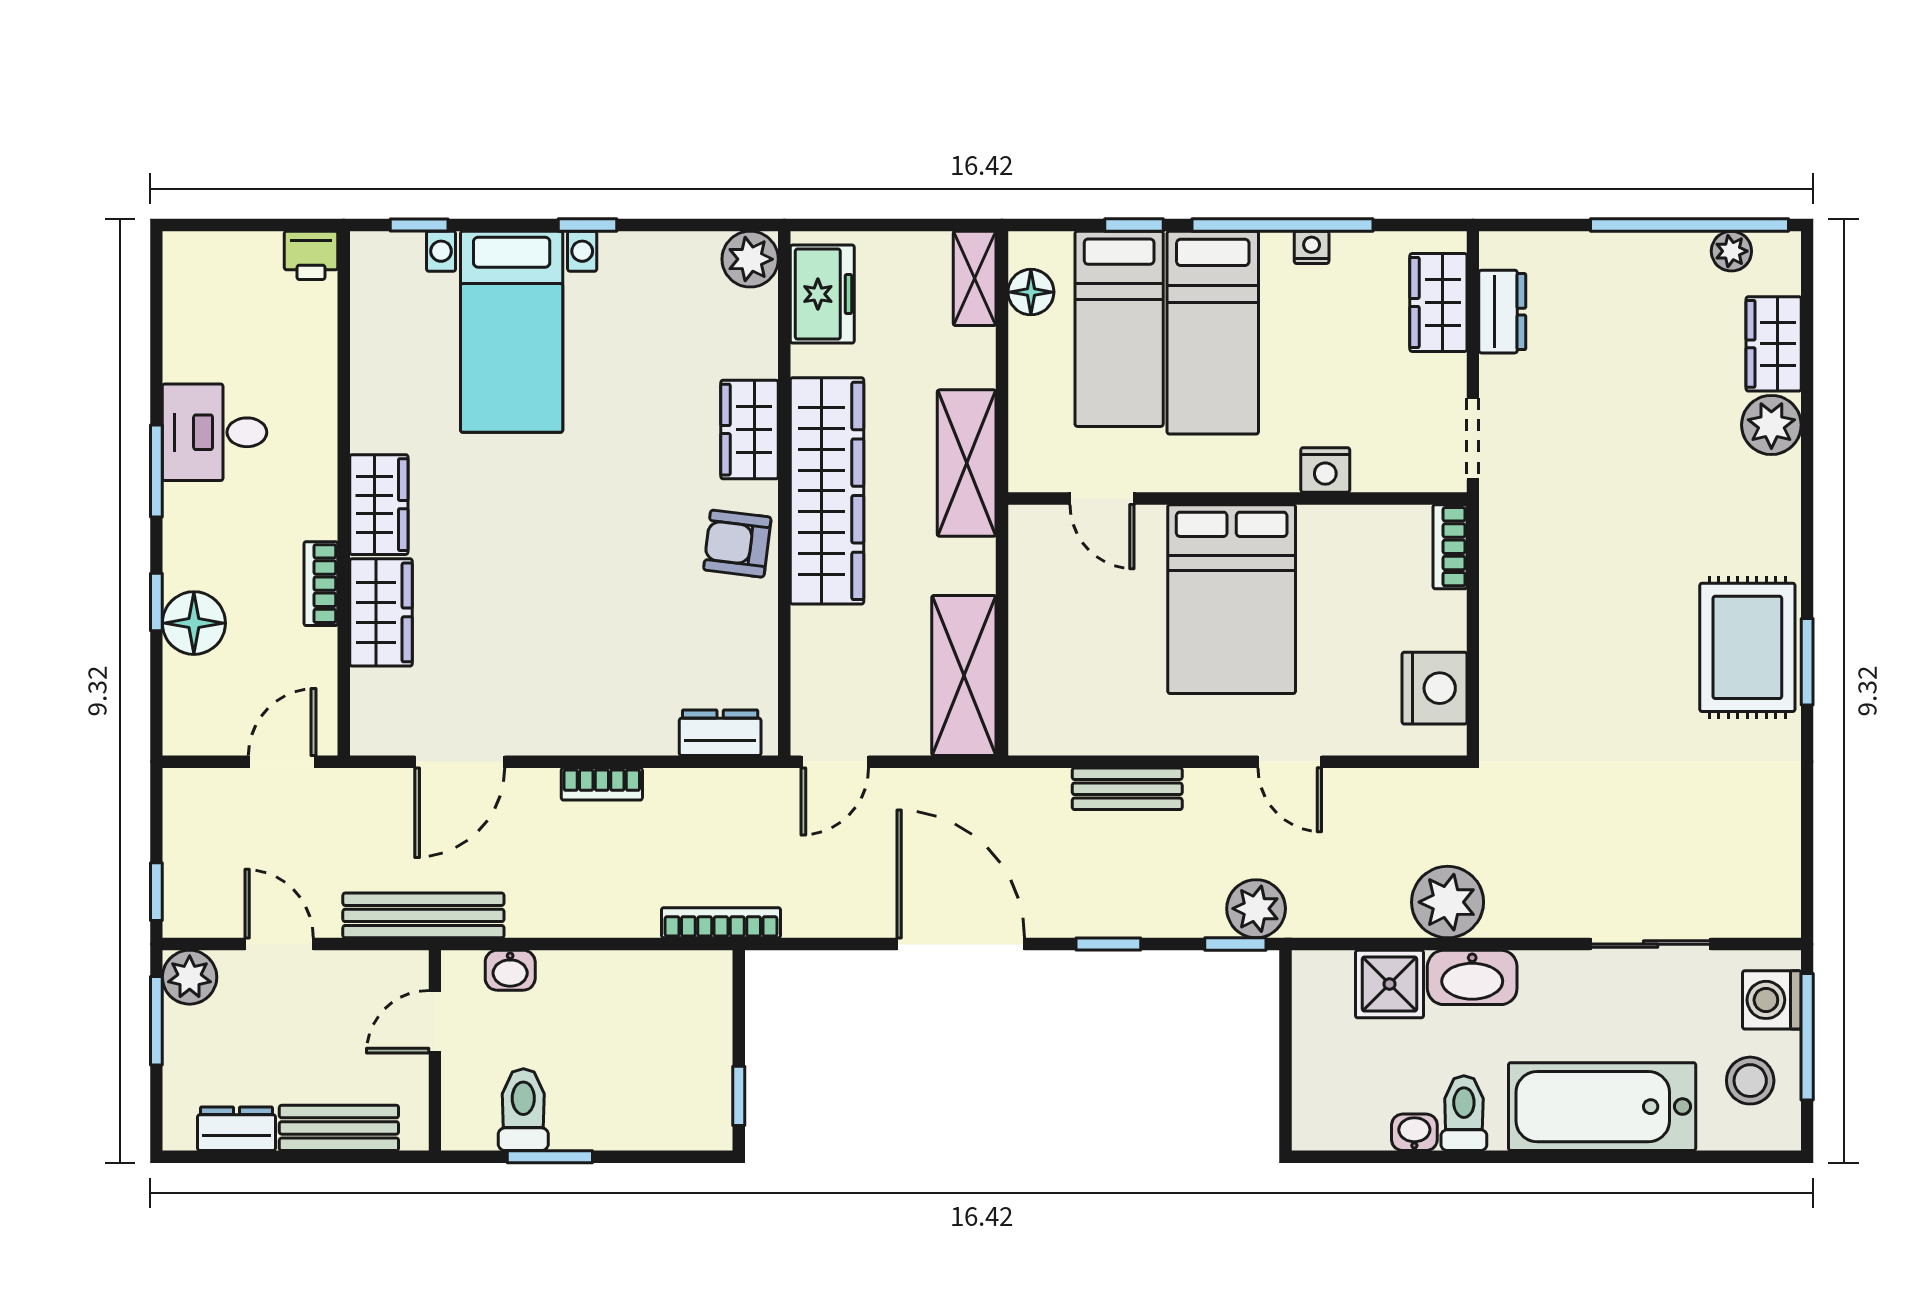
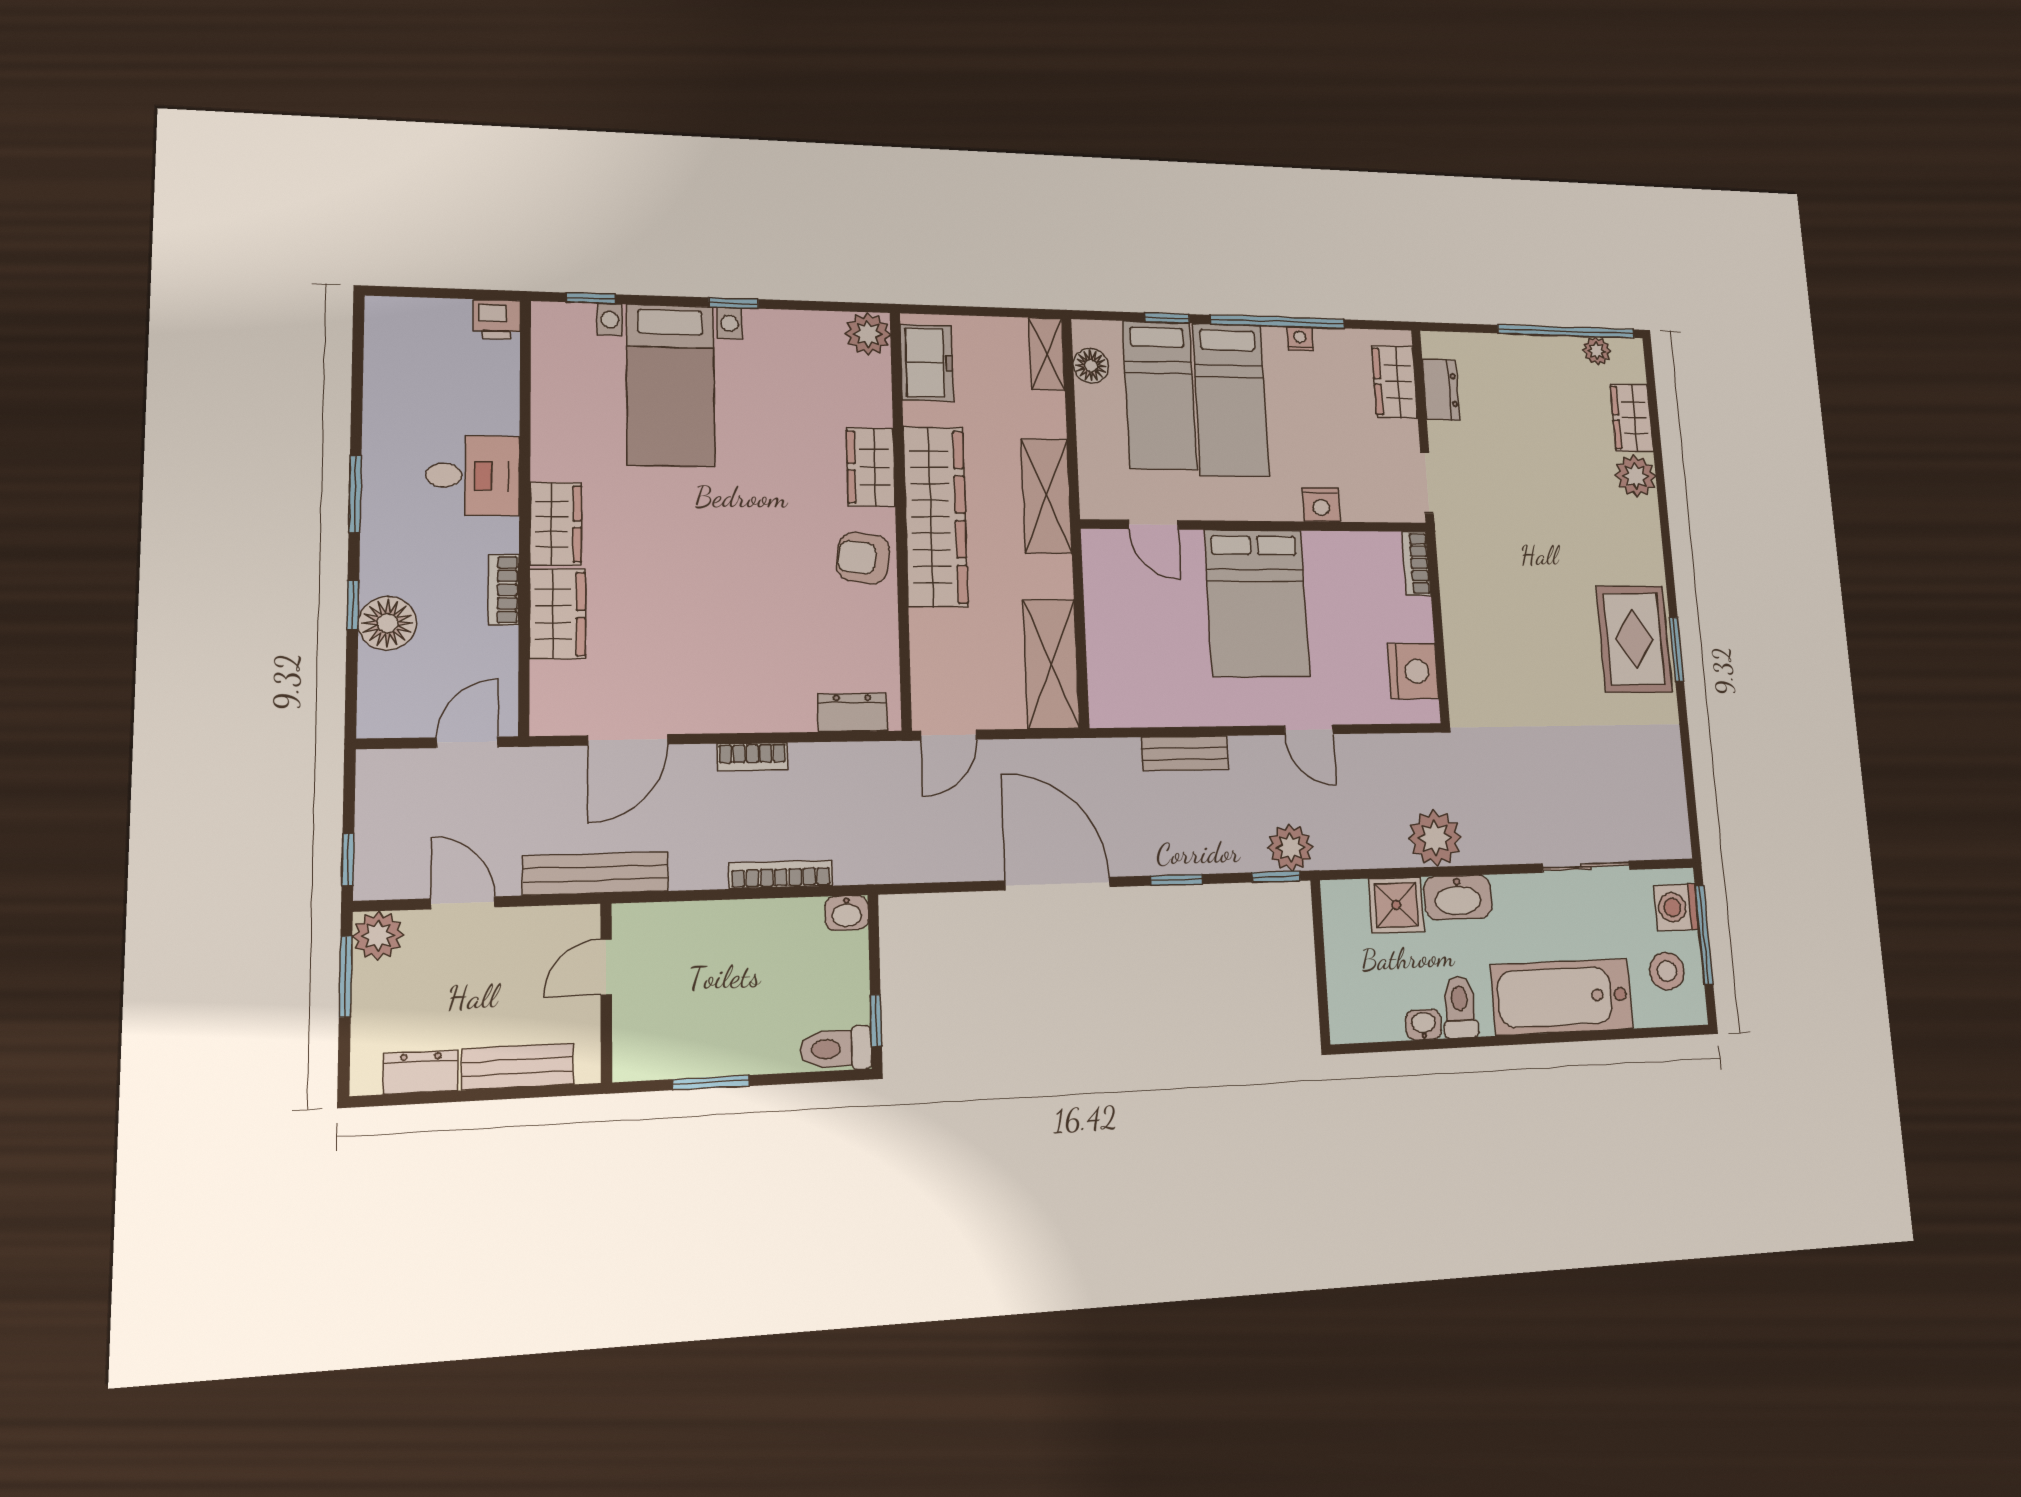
desk: (215, 432) -> (473, 476), moved, turned 180
bookcase: (721, 923) -> (781, 874), moved
washbasin: (510, 970) -> (847, 913), moved
toilet: (523, 1110) -> (836, 1049), moved, turned -90

